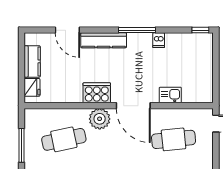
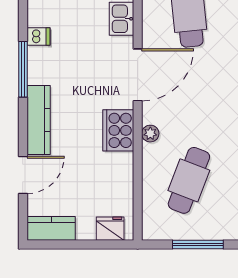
kitchen counter: (32, 61) -> (51, 228), moved
plant: (100, 119) -> (150, 134), width x0.53, depth x0.53
cafe table: (64, 139) -> (189, 180), turned 33

